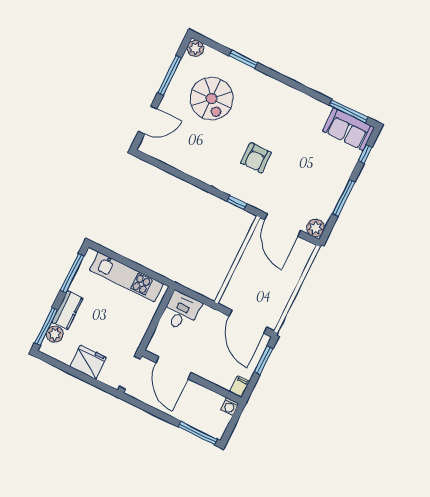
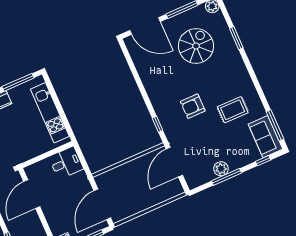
spiral stairs: (212, 99) -> (196, 46), turned 180
door: (148, 120) -> (145, 26), width x1.36
rug: (296, 130) -> (233, 110), added
plant: (315, 228) -> (221, 169), moved

